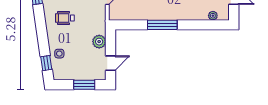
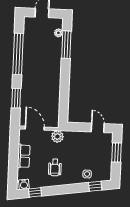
window: (162, 25) -> (66, 45), moved
plant: (99, 42) -> (57, 136), moved

